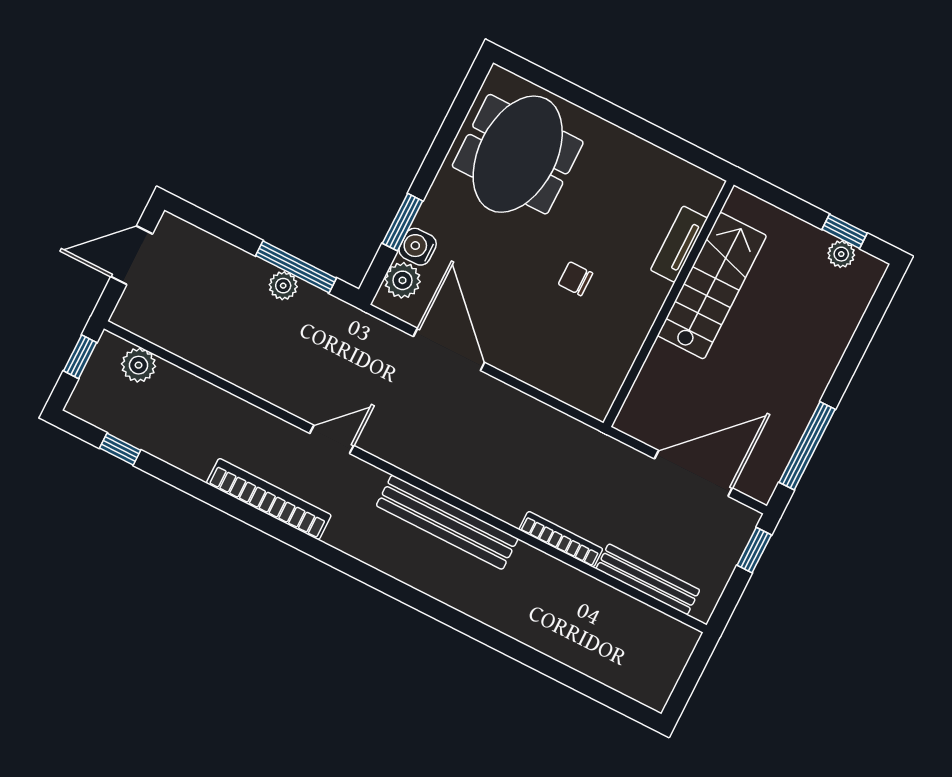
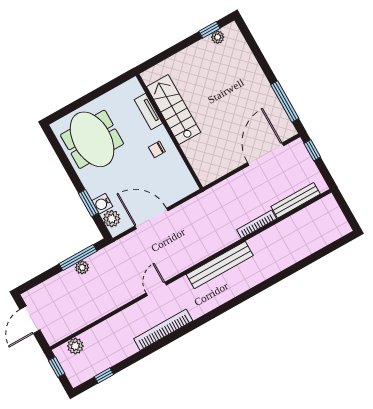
tv unit: (679, 244) -> (148, 112), moved
stairs: (712, 286) -> (174, 109), moved
wall: (669, 304) -> (169, 131), moved

